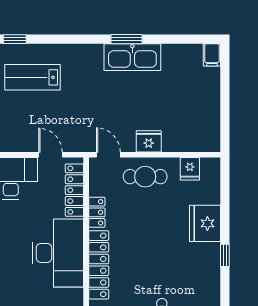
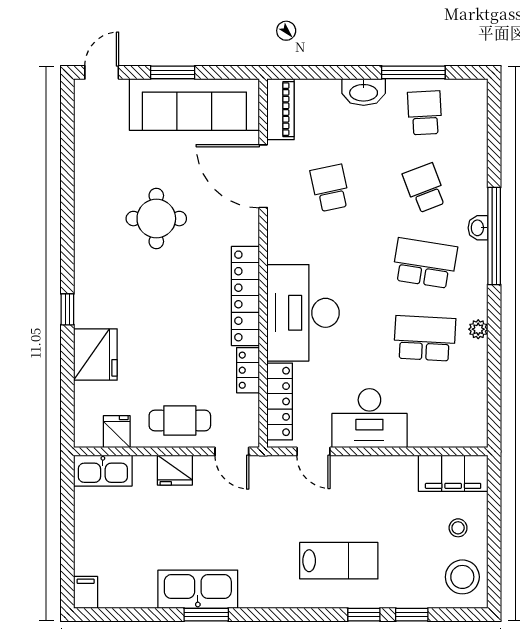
kitchen sink: (200, 141) -> (103, 471), added

